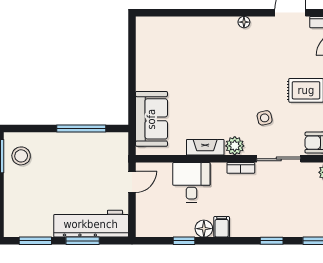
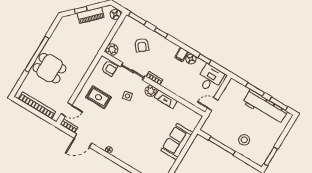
sofa: (151, 119) -> (177, 142), moved
stool: (21, 156) -> (244, 140), moved
desk: (191, 182) -> (210, 78), moved, turned 180
armchair: (288, 205) -> (142, 45), added
workbench: (91, 224) -> (265, 107), moved

